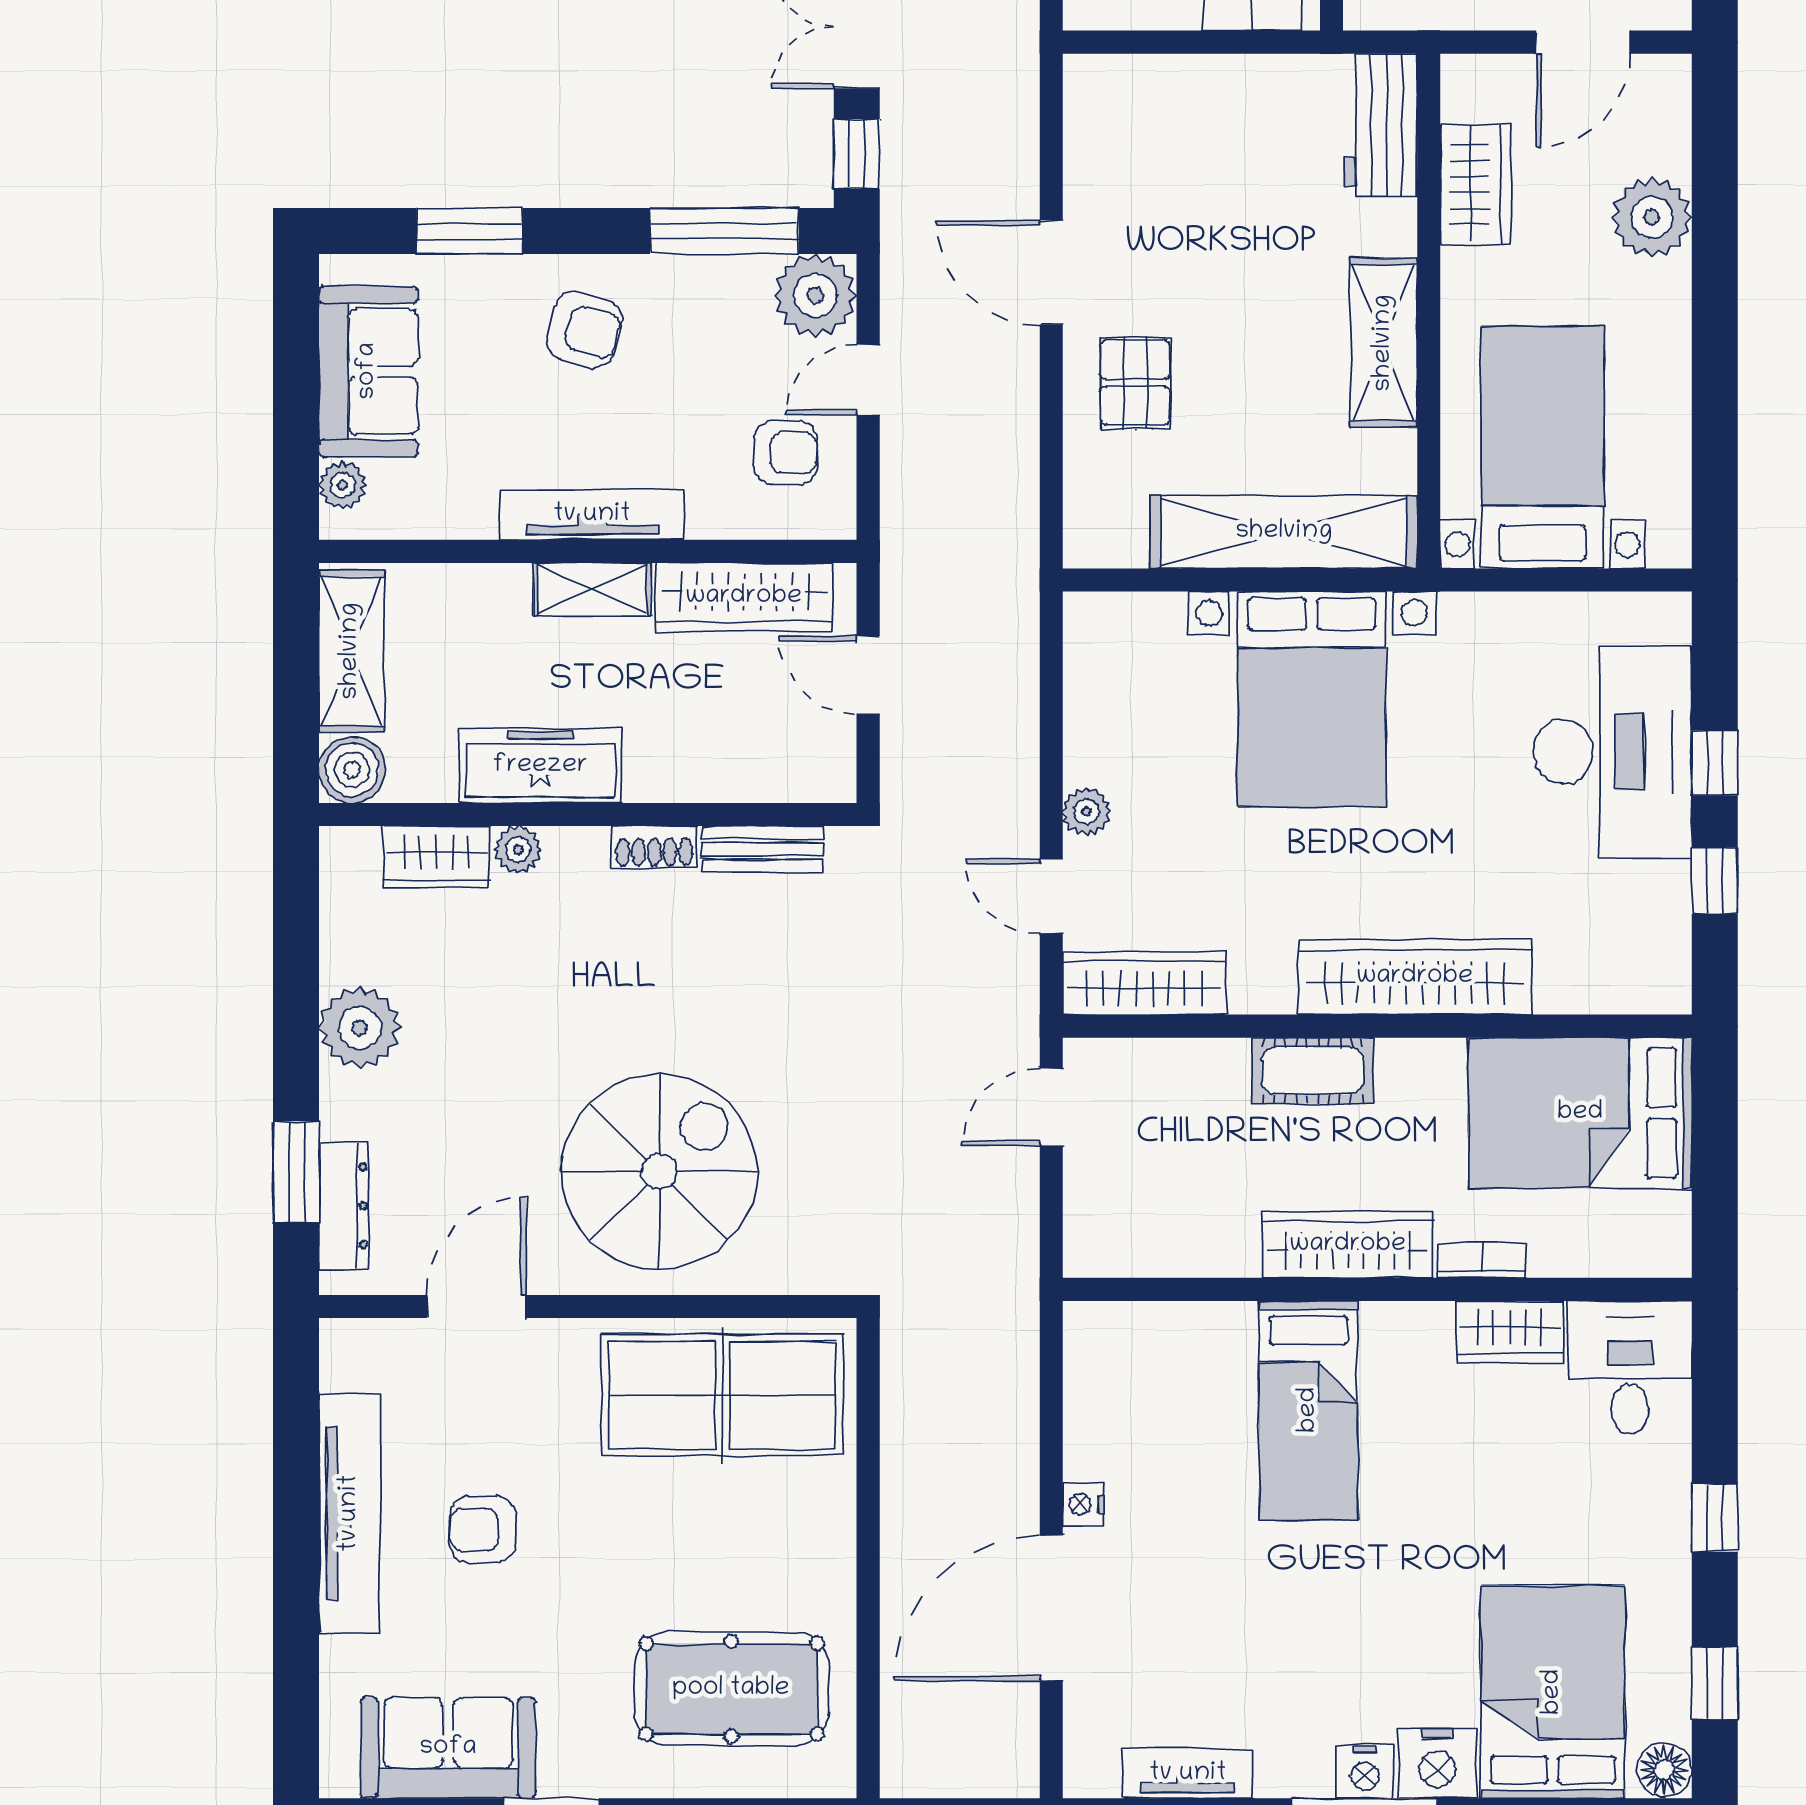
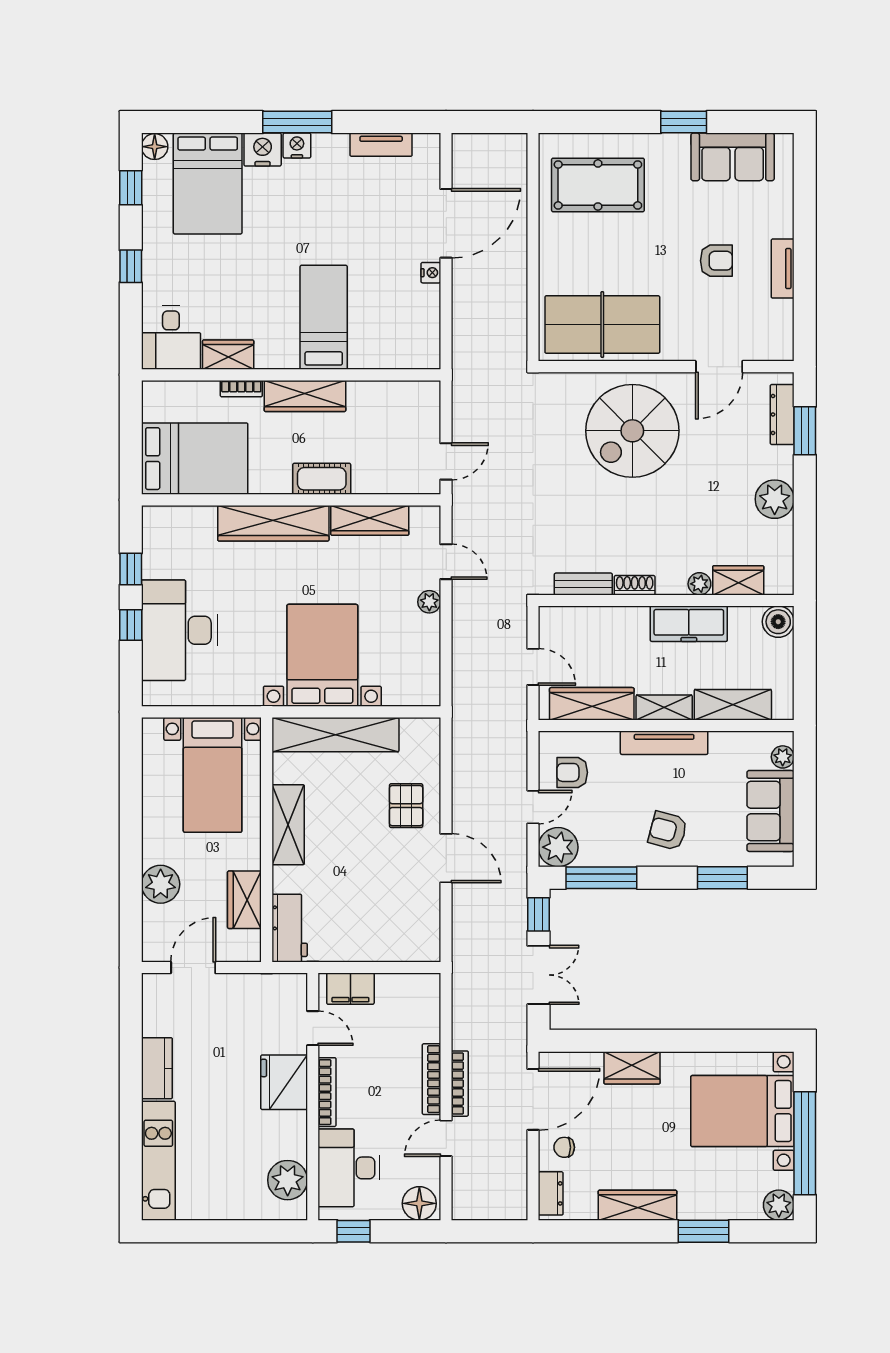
shelving: (351, 651) -> (733, 705), moved, turned 90
wardrobe: (1144, 983) -> (370, 520), moved
tv unit: (350, 1513) -> (783, 269), width x0.52, depth x0.78

